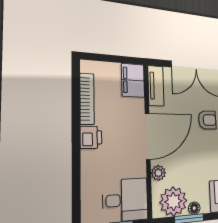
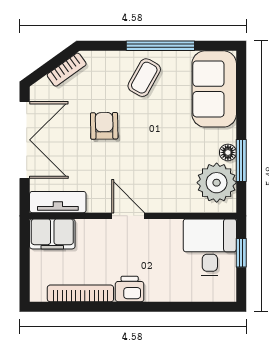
door: (148, 136) -> (128, 216), width x0.53
plant: (158, 173) -> (178, 202), removed

